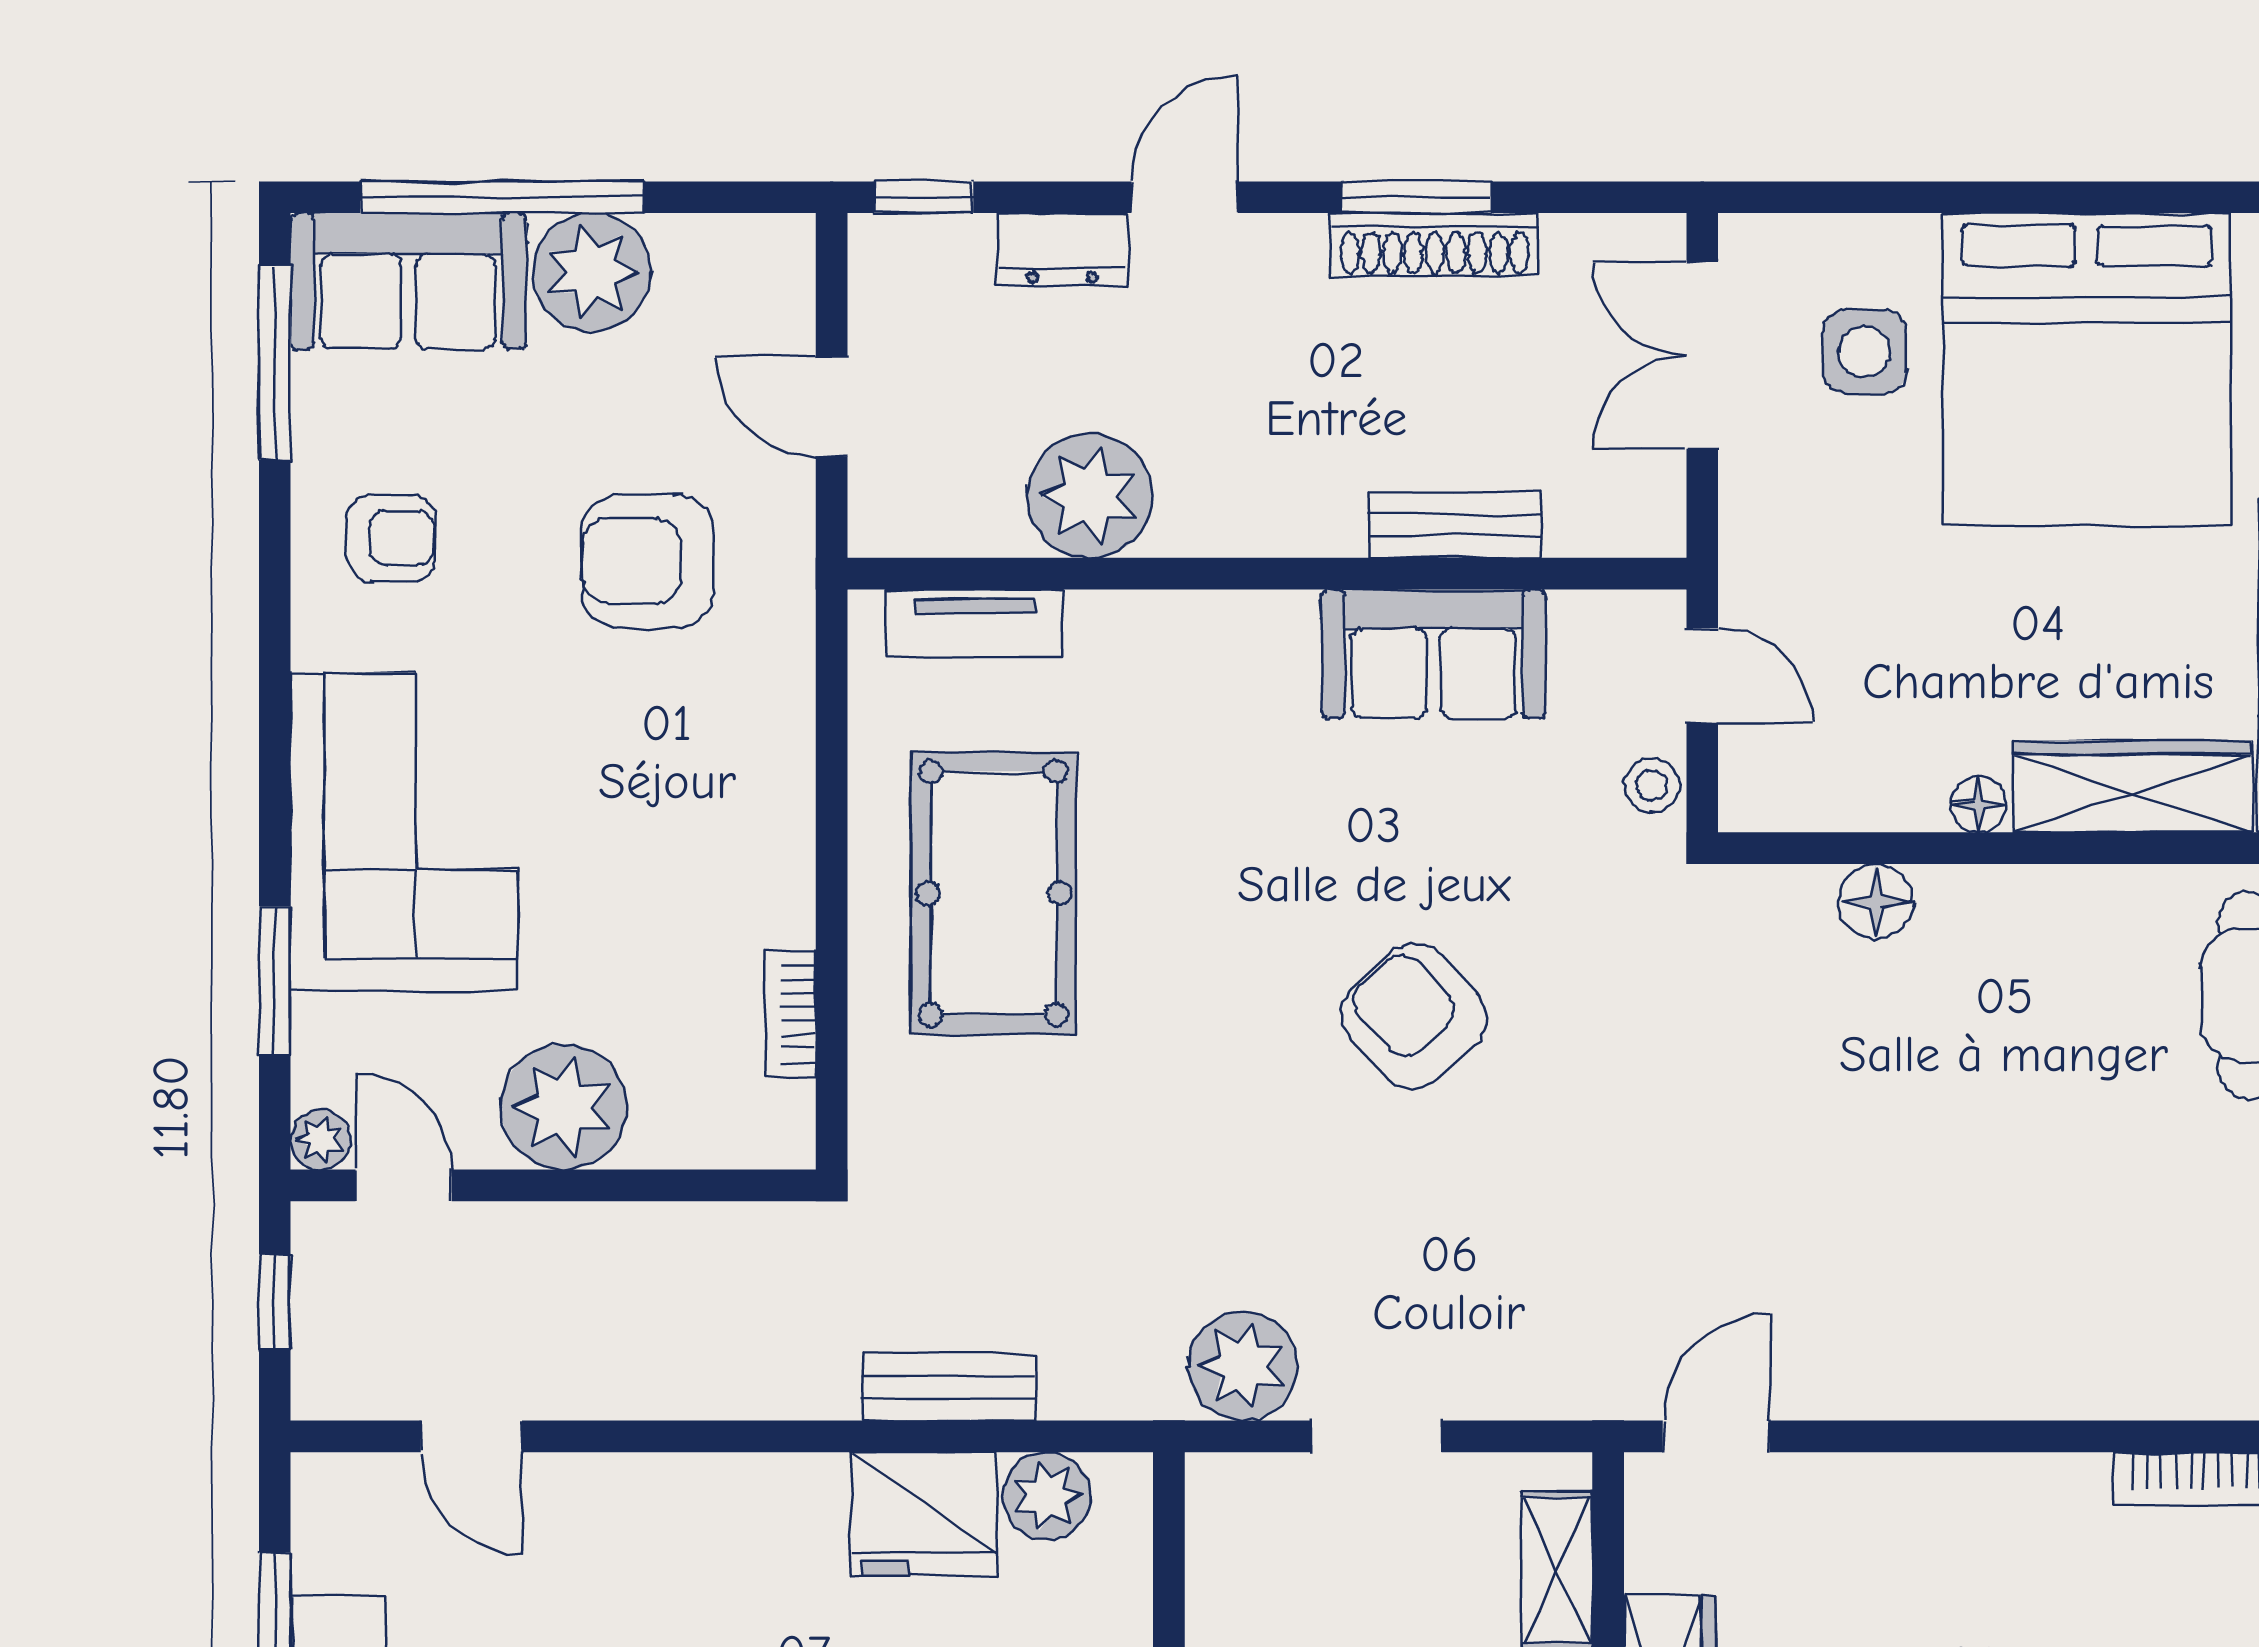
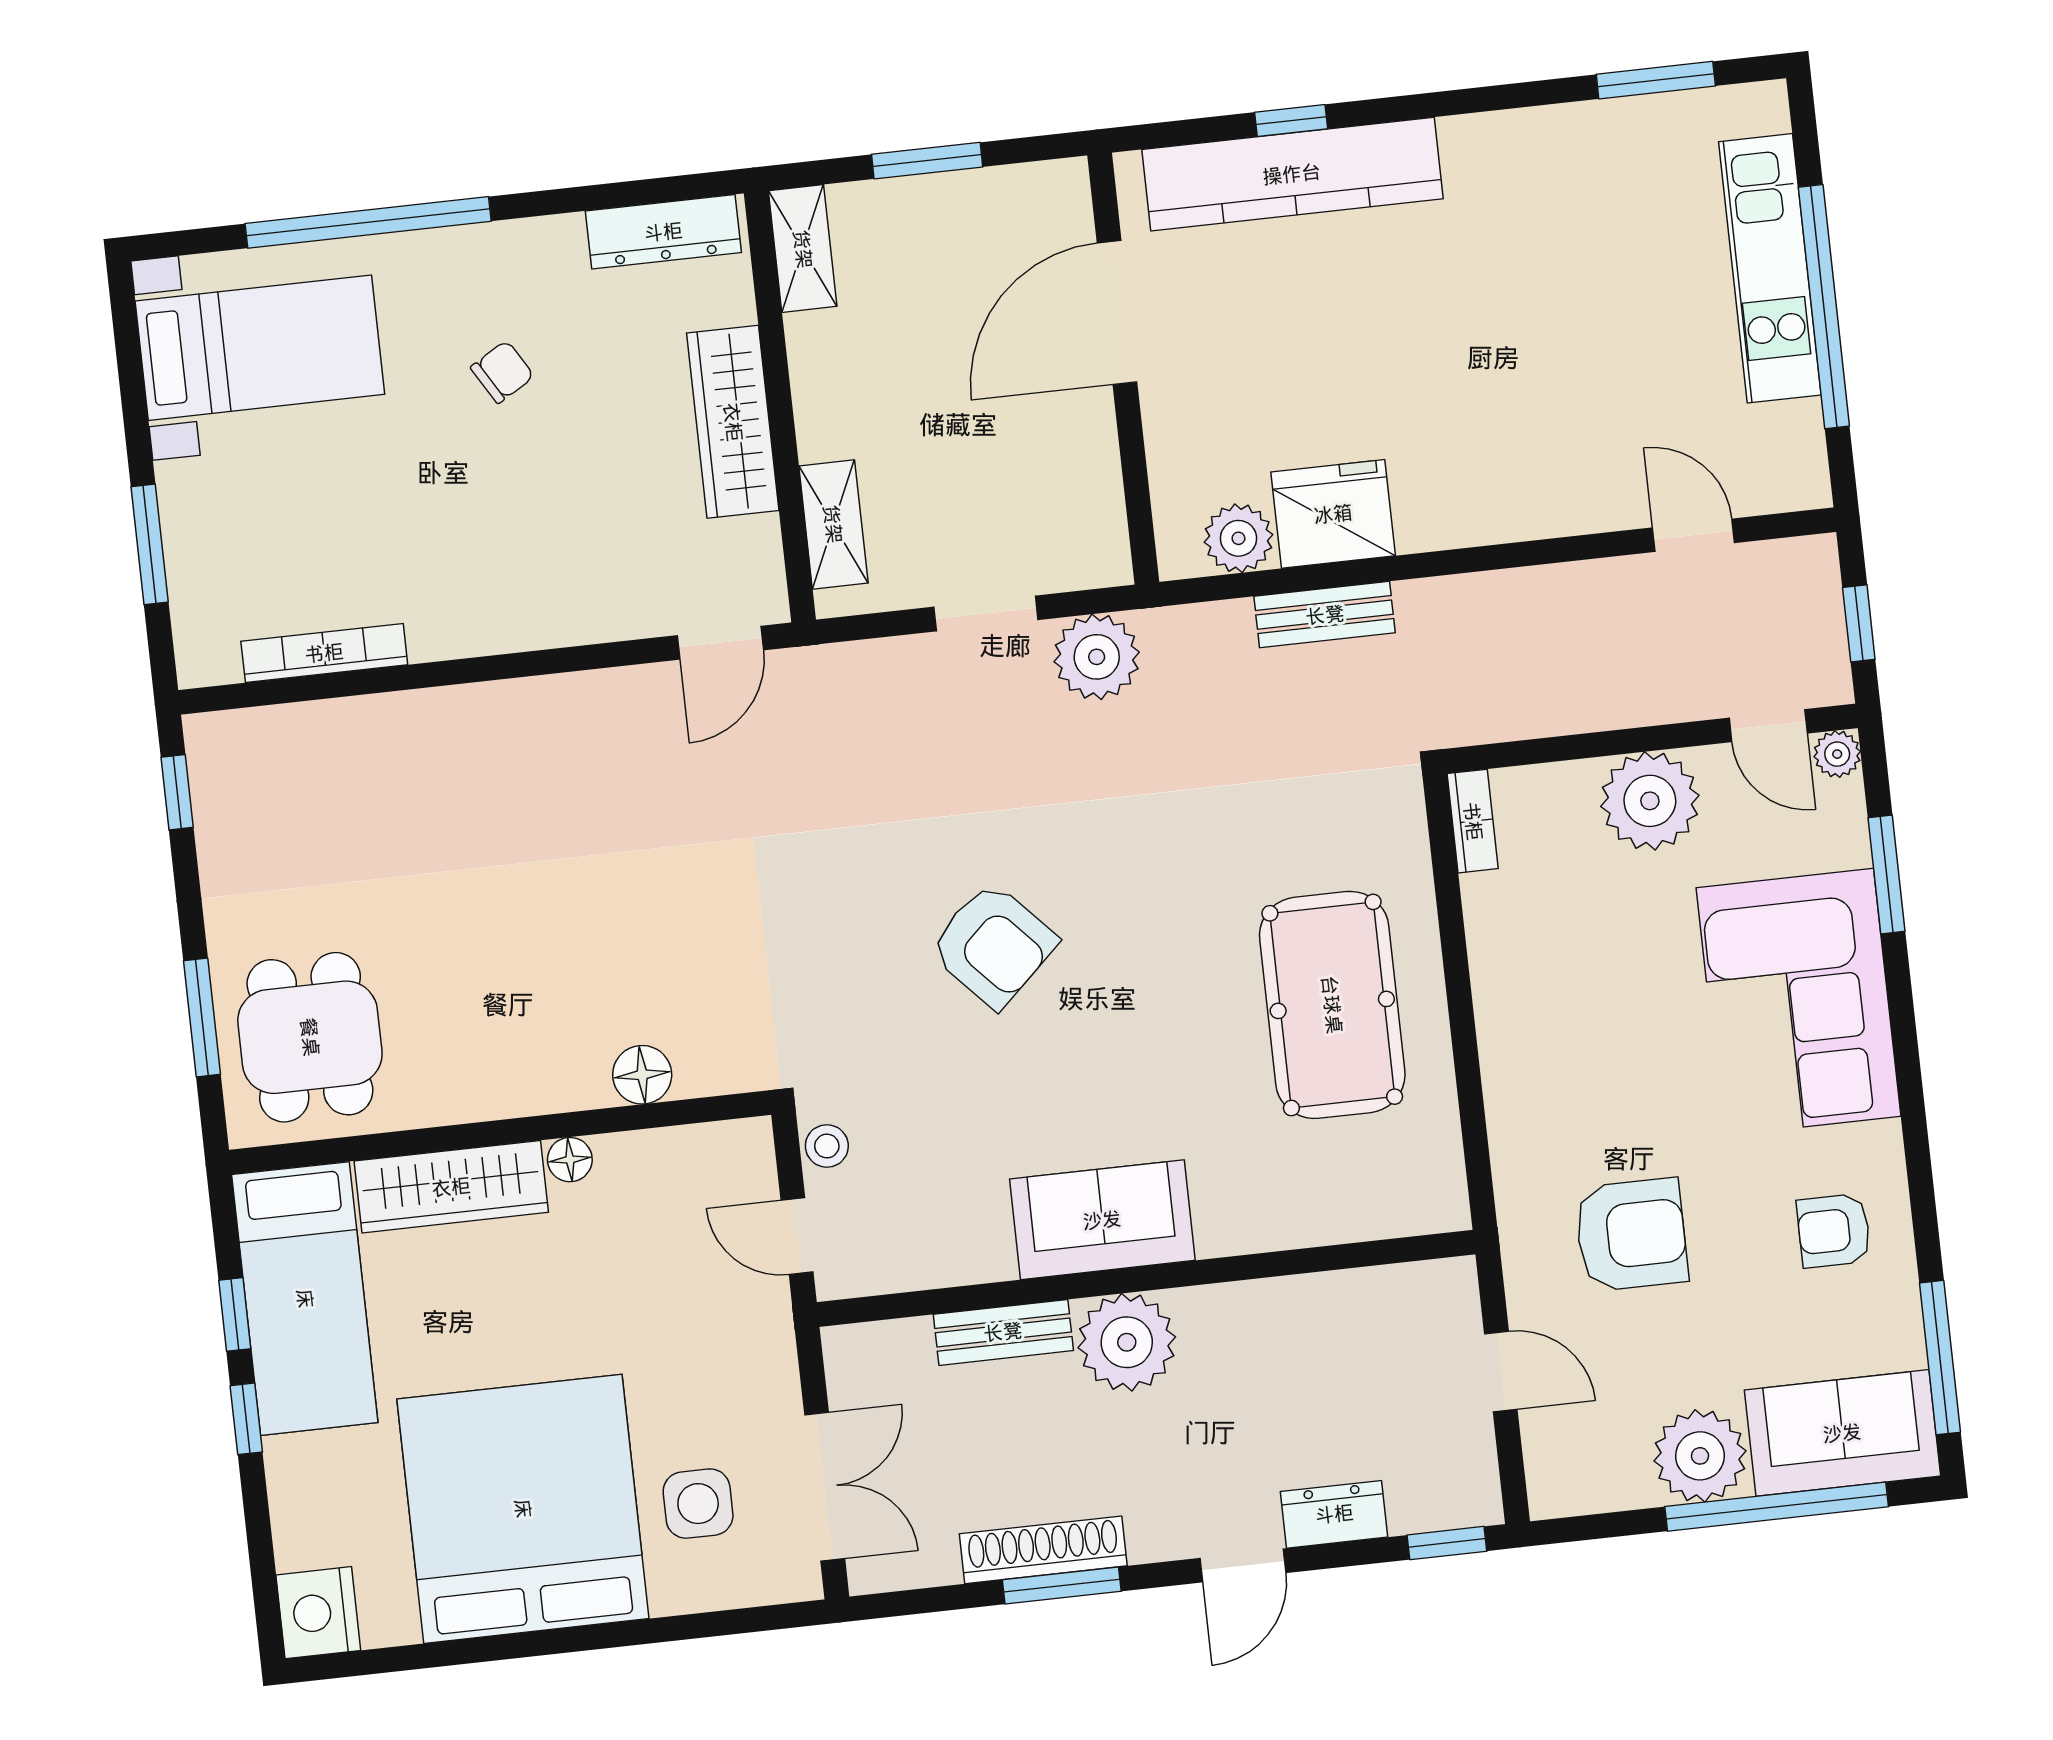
plant: (1090, 496) -> (1127, 1342), moved
tv unit: (975, 623) -> (1370, 1215), removed
sofa: (1434, 654) -> (1102, 1220), moved
bookcase: (790, 1014) -> (1473, 821), moved

